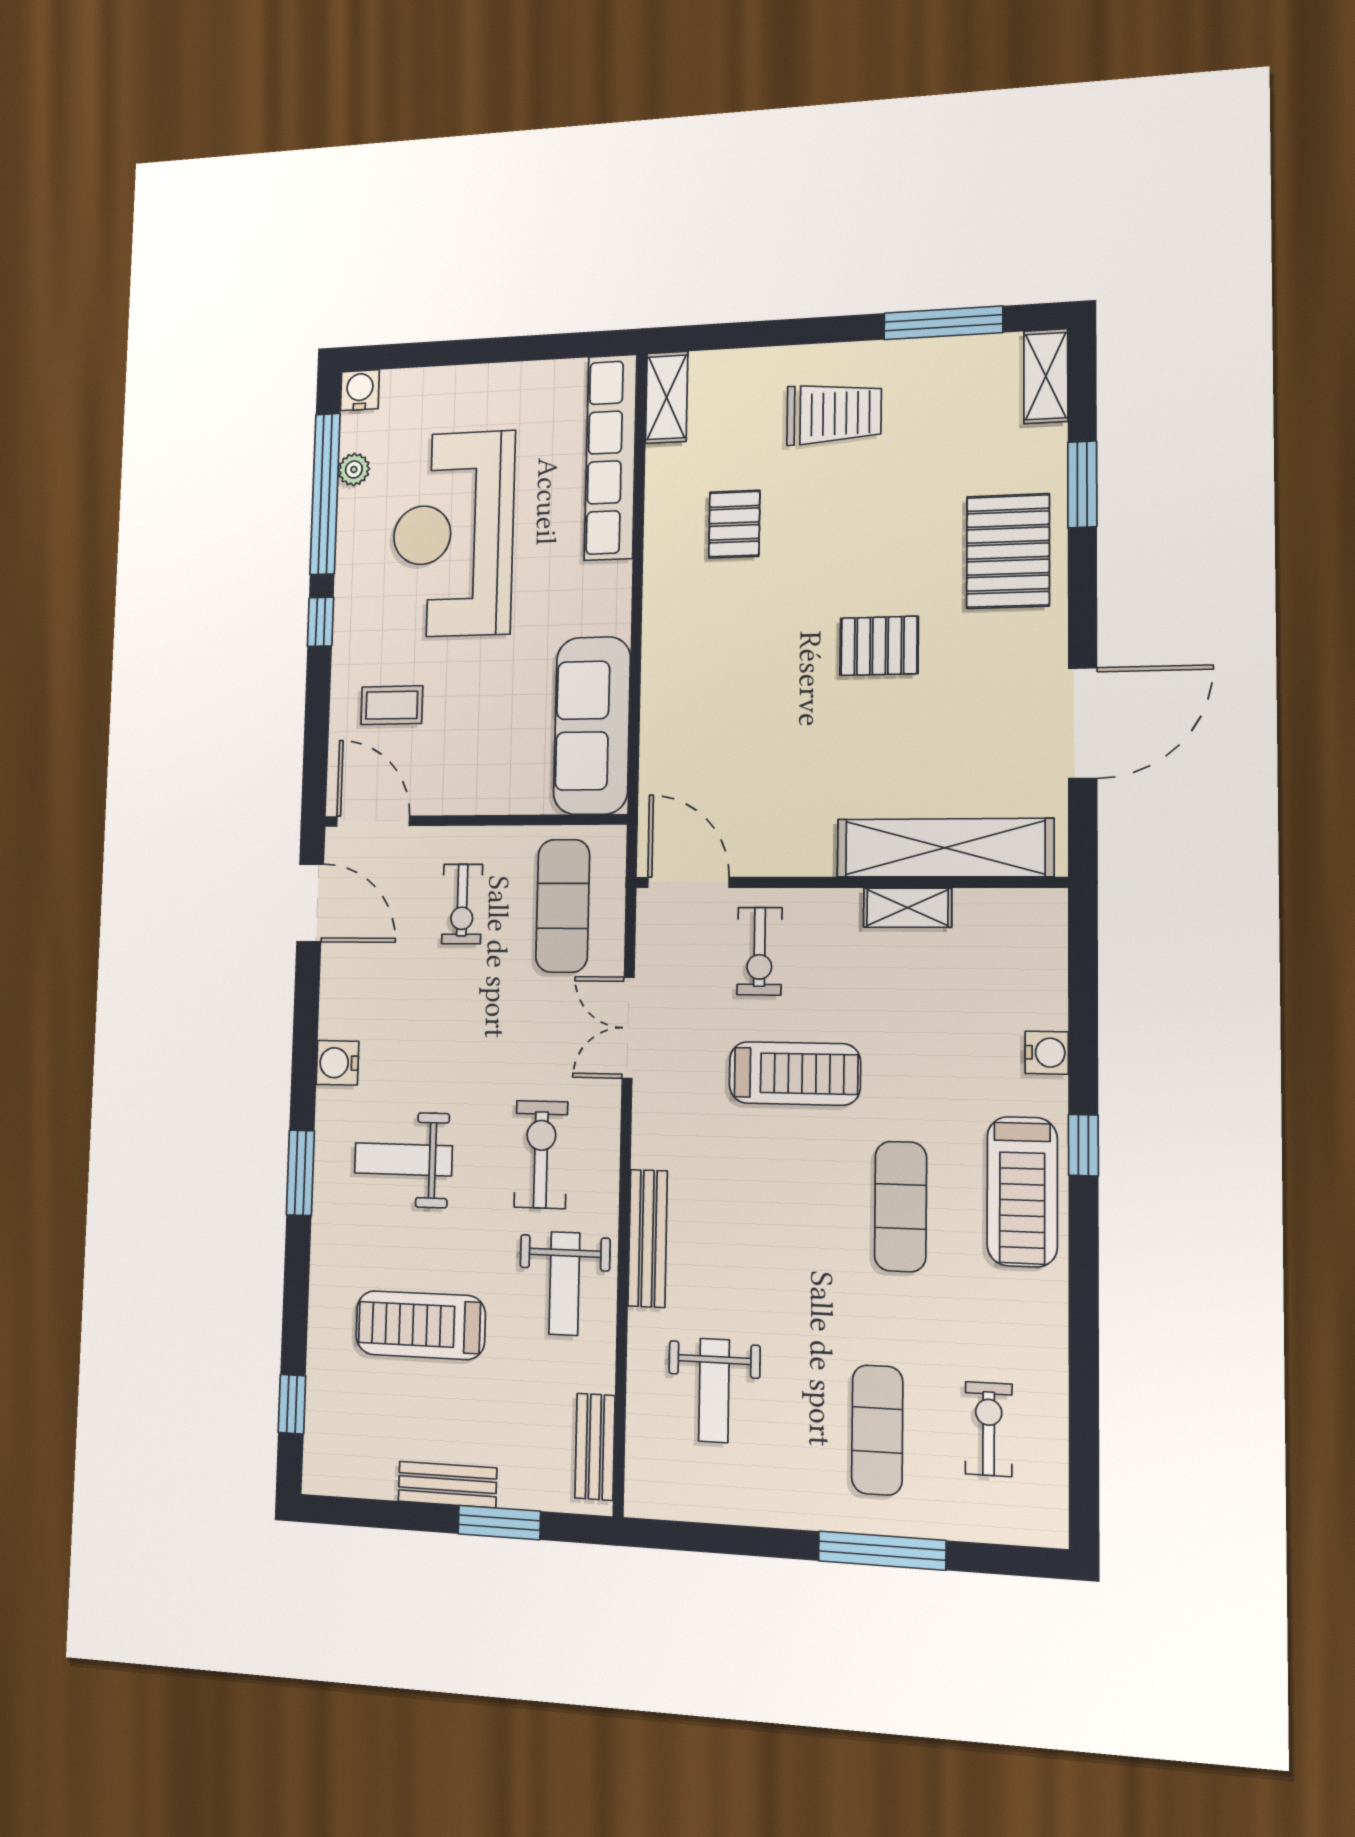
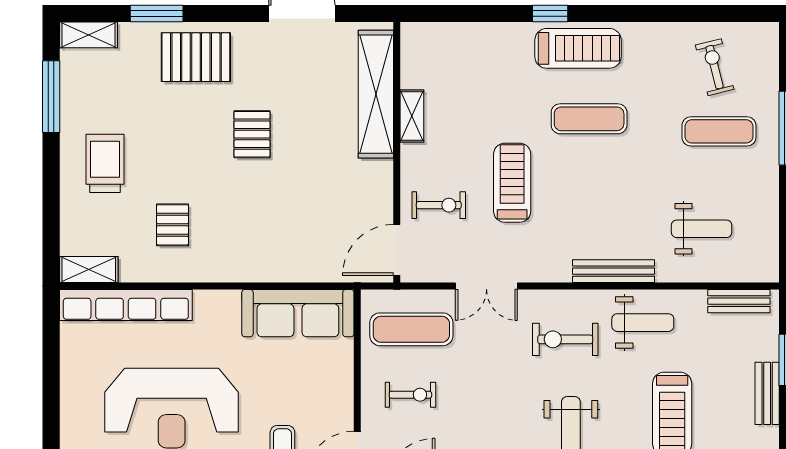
pallet: (734, 524) -> (172, 225), turned 90
water cooler: (1047, 1053) -> (497, 34), removed
exercise bike: (989, 1429) -> (715, 67), turned 76

